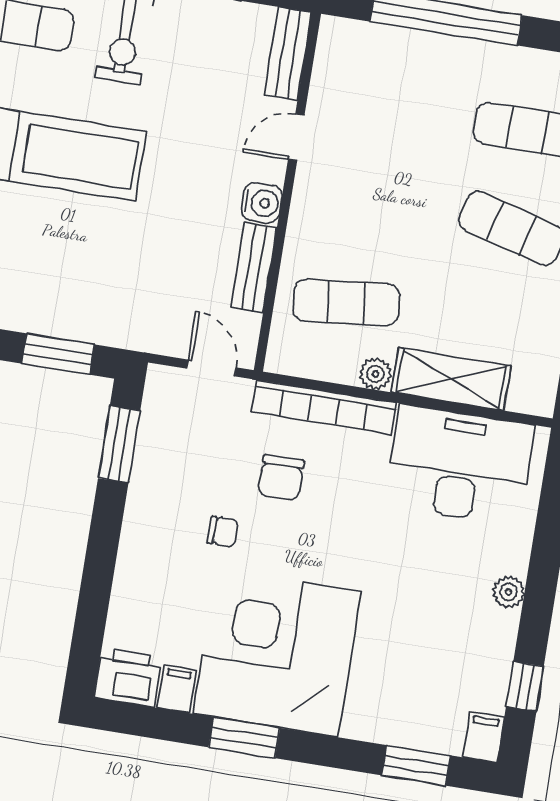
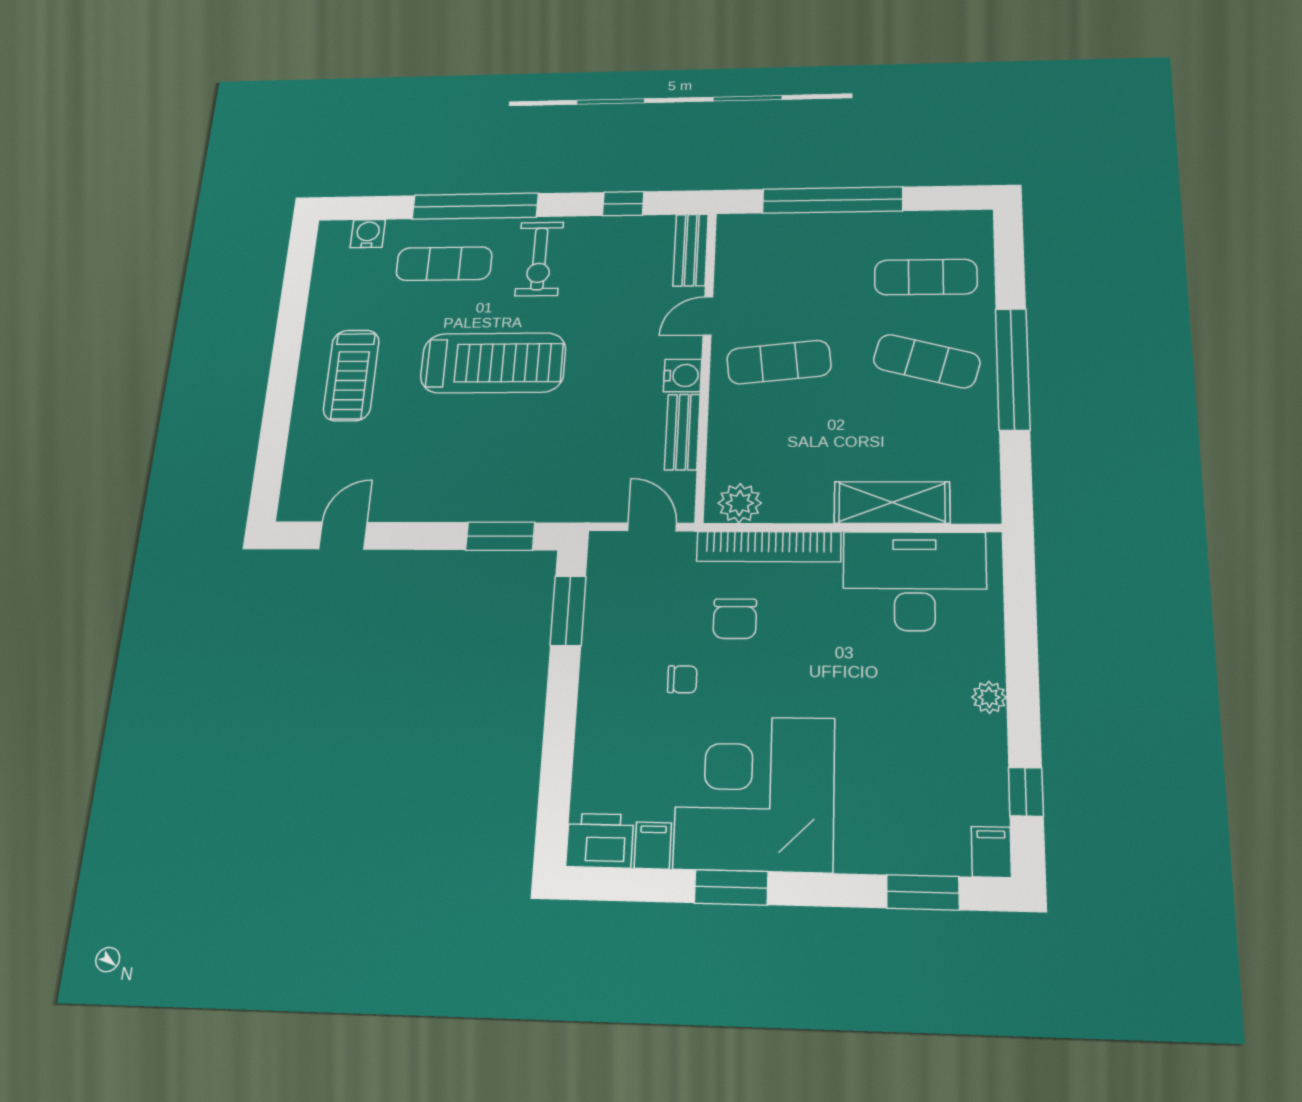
exercise mat: (346, 302) -> (779, 362), moved
plant: (375, 374) -> (740, 503), moved, width x1.38, depth x1.38

